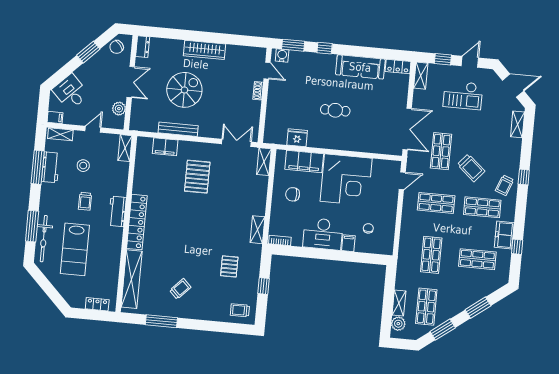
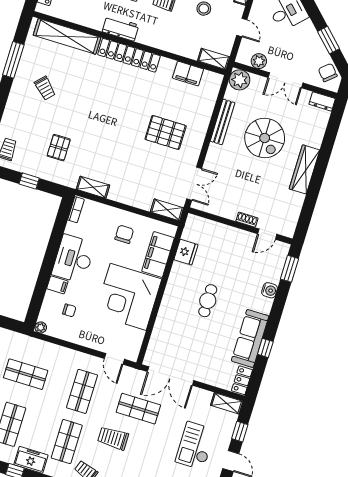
window: (325, 48) -> (265, 348), moved
water cooler: (282, 56) -> (270, 290), moved
plant: (139, 122) -> (240, 80), added
filing cabinet: (165, 147) -> (188, 74), moved, turned -90
trolley: (471, 168) -> (113, 438), turned 49
workbench: (117, 211) -> (121, 28), moved
plant: (388, 250) -> (41, 327), added
pallet: (229, 266) -> (59, 148), turned 90

